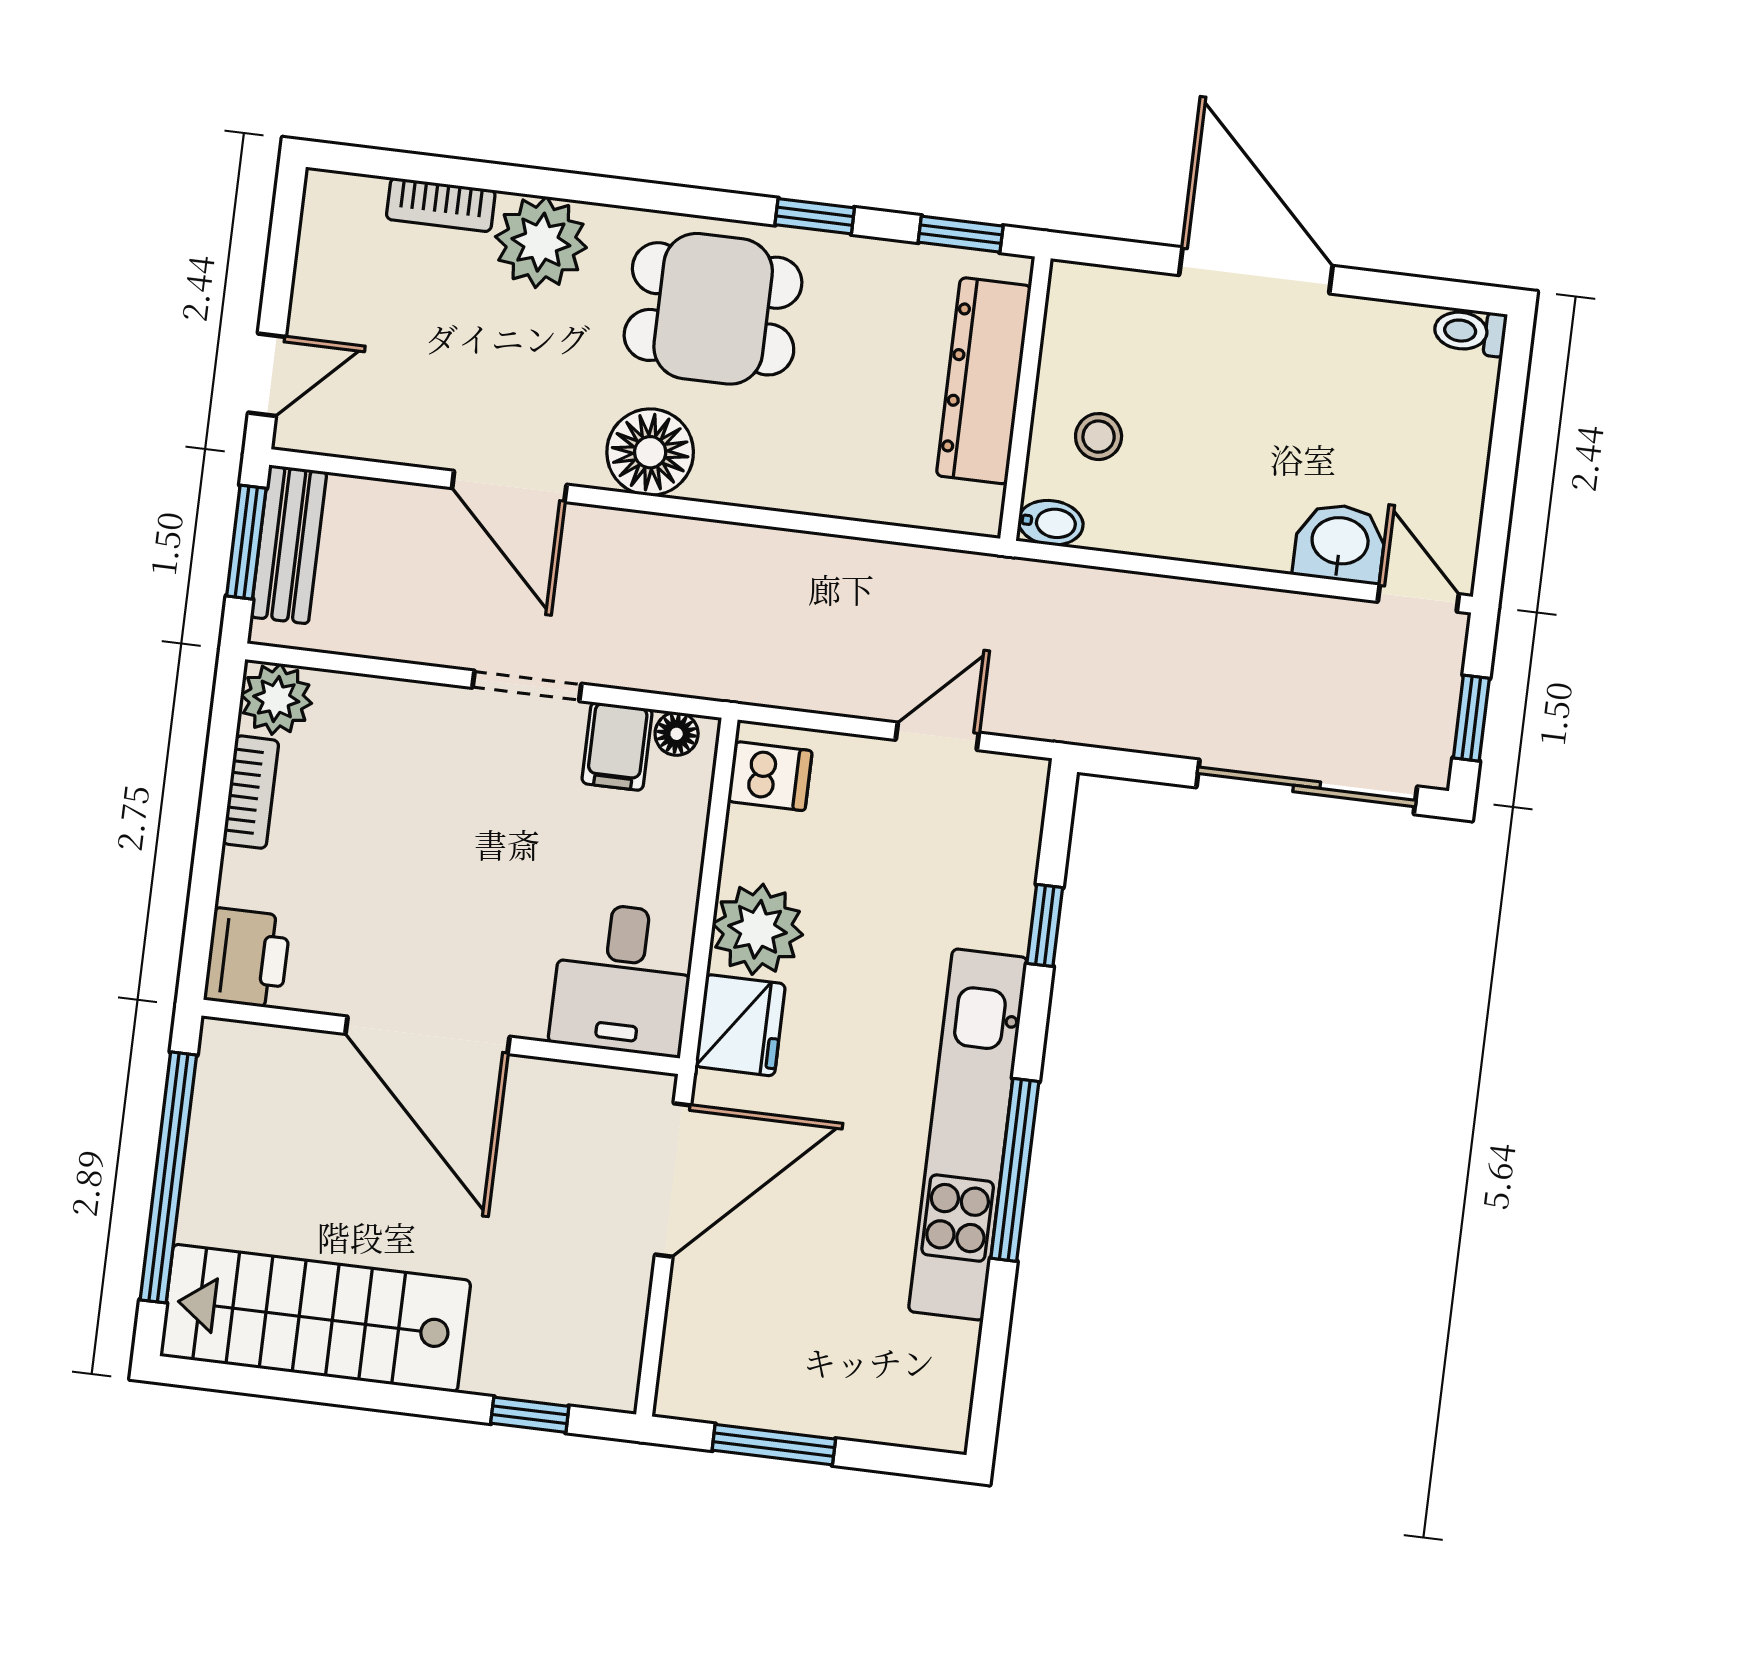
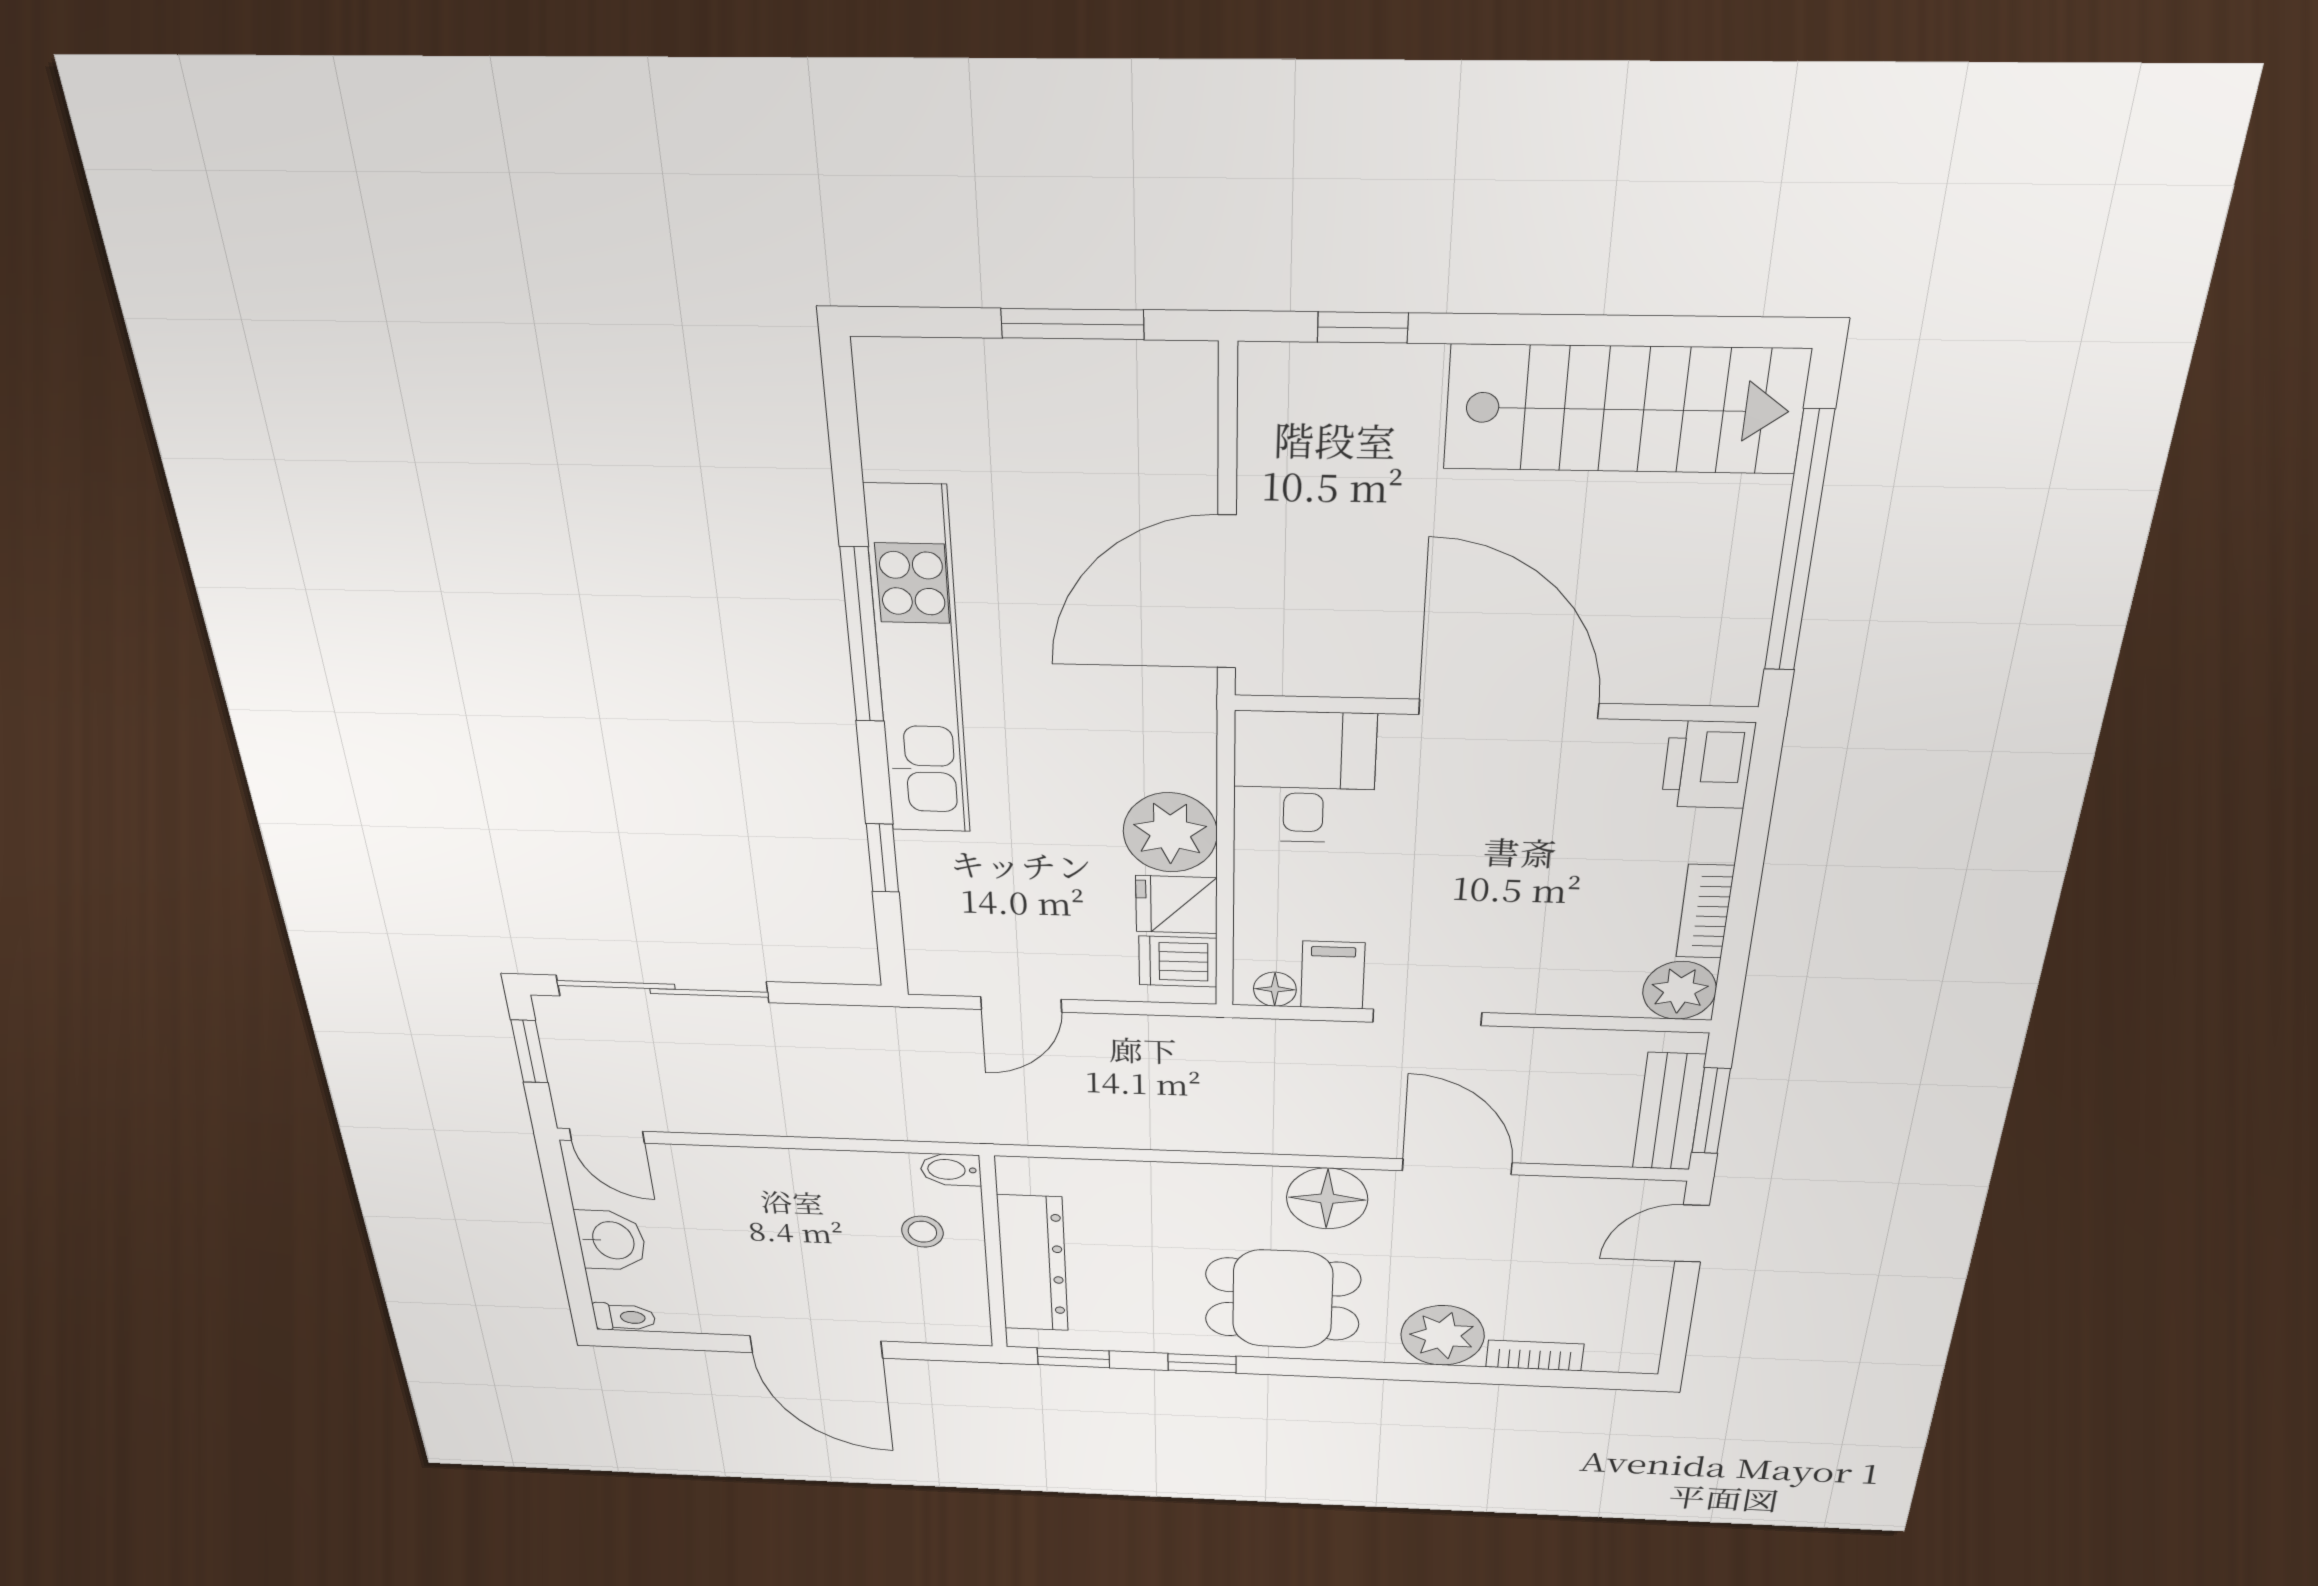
washbasin: (1340, 543) -> (611, 1240), moved, turned -90
fridge: (740, 1025) -> (1177, 905), moved, width x0.72

